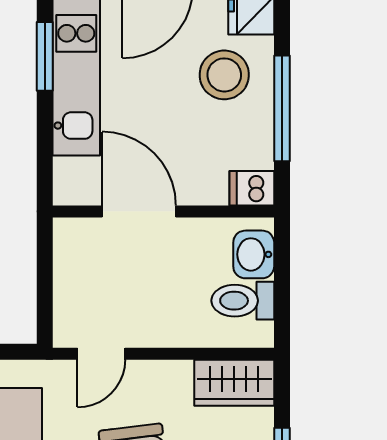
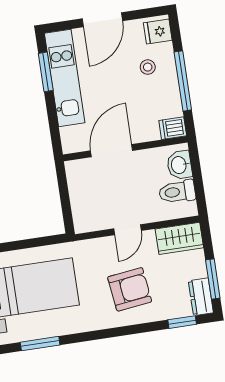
stool: (224, 75) -> (148, 67), width x0.53, depth x0.53
door: (139, 211) -> (112, 151), hinge flipped
door: (101, 354) -> (128, 230), moved

